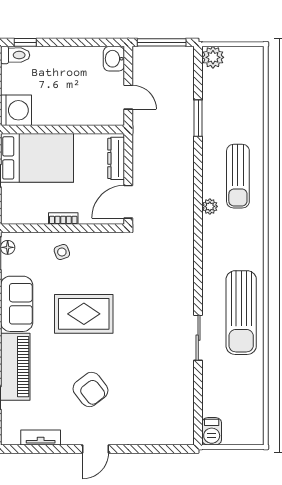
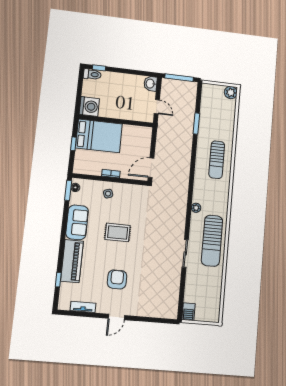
plant: (213, 57) -> (231, 93), moved
dresser: (116, 158) -> (146, 141), removed
plant: (210, 206) -> (196, 208), moved
rug: (84, 314) -> (118, 232), width x0.73, depth x0.70
armchair: (90, 389) -> (117, 279), turned -142

